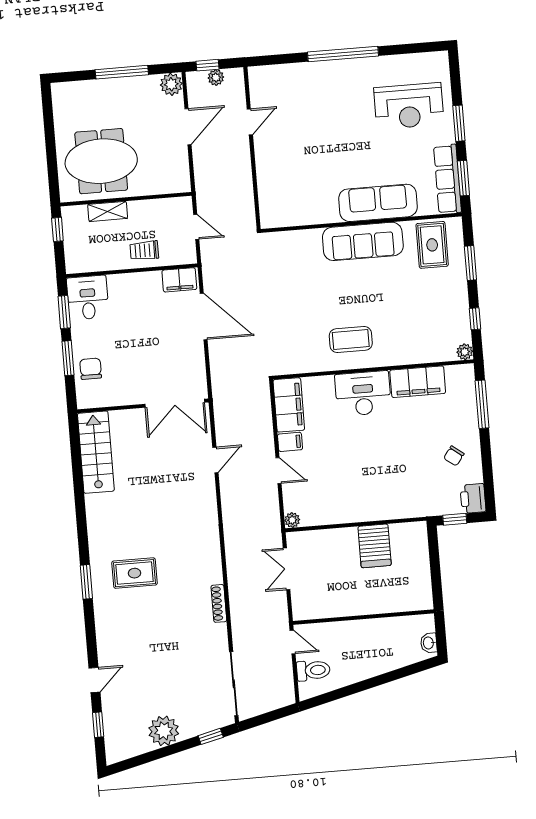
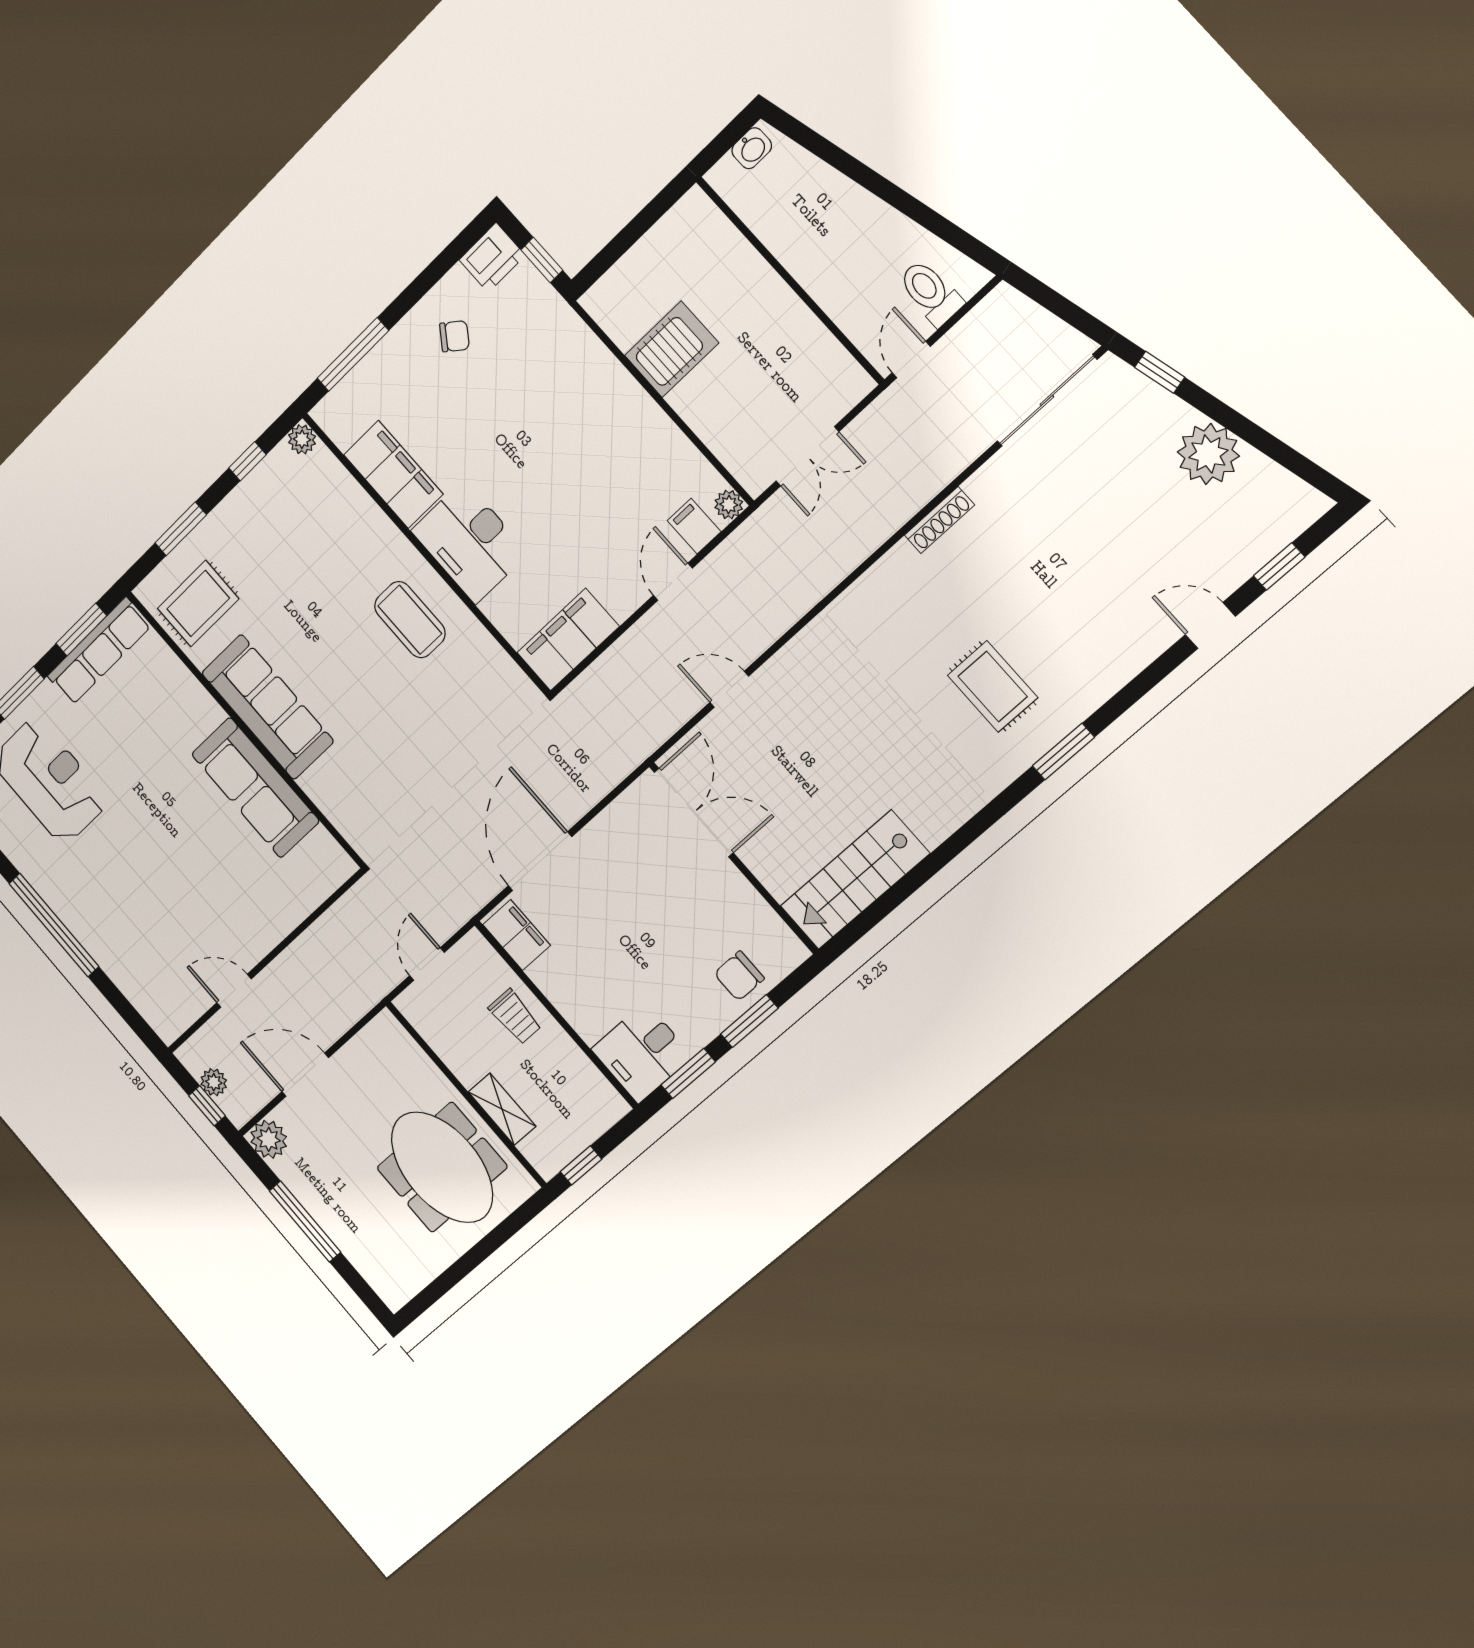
sofa: (378, 203) -> (255, 788), moved
filing cabinet: (290, 442) -> (694, 526), moved

